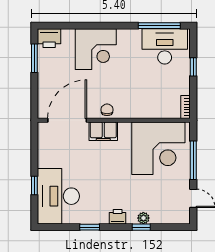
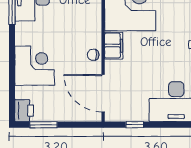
filing cabinet: (103, 131) -> (114, 46), moved
window: (34, 185) -> (135, 125), moved

